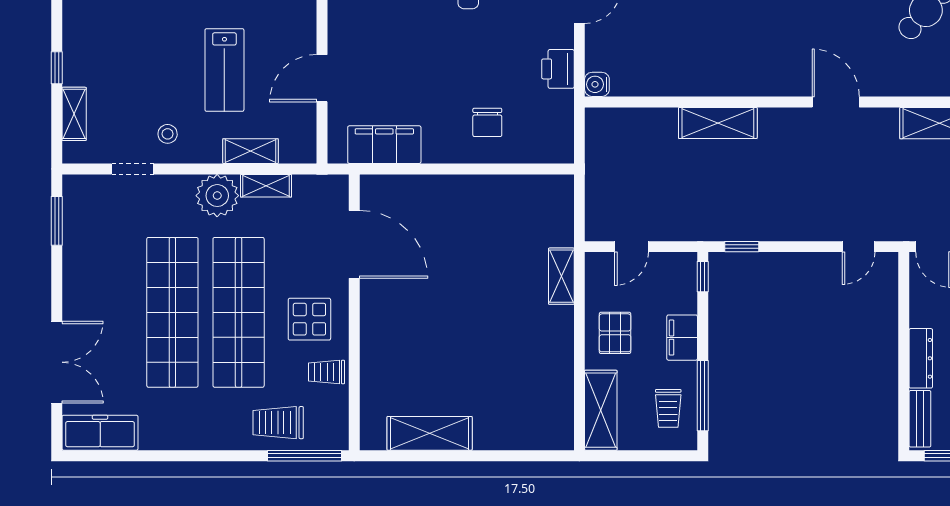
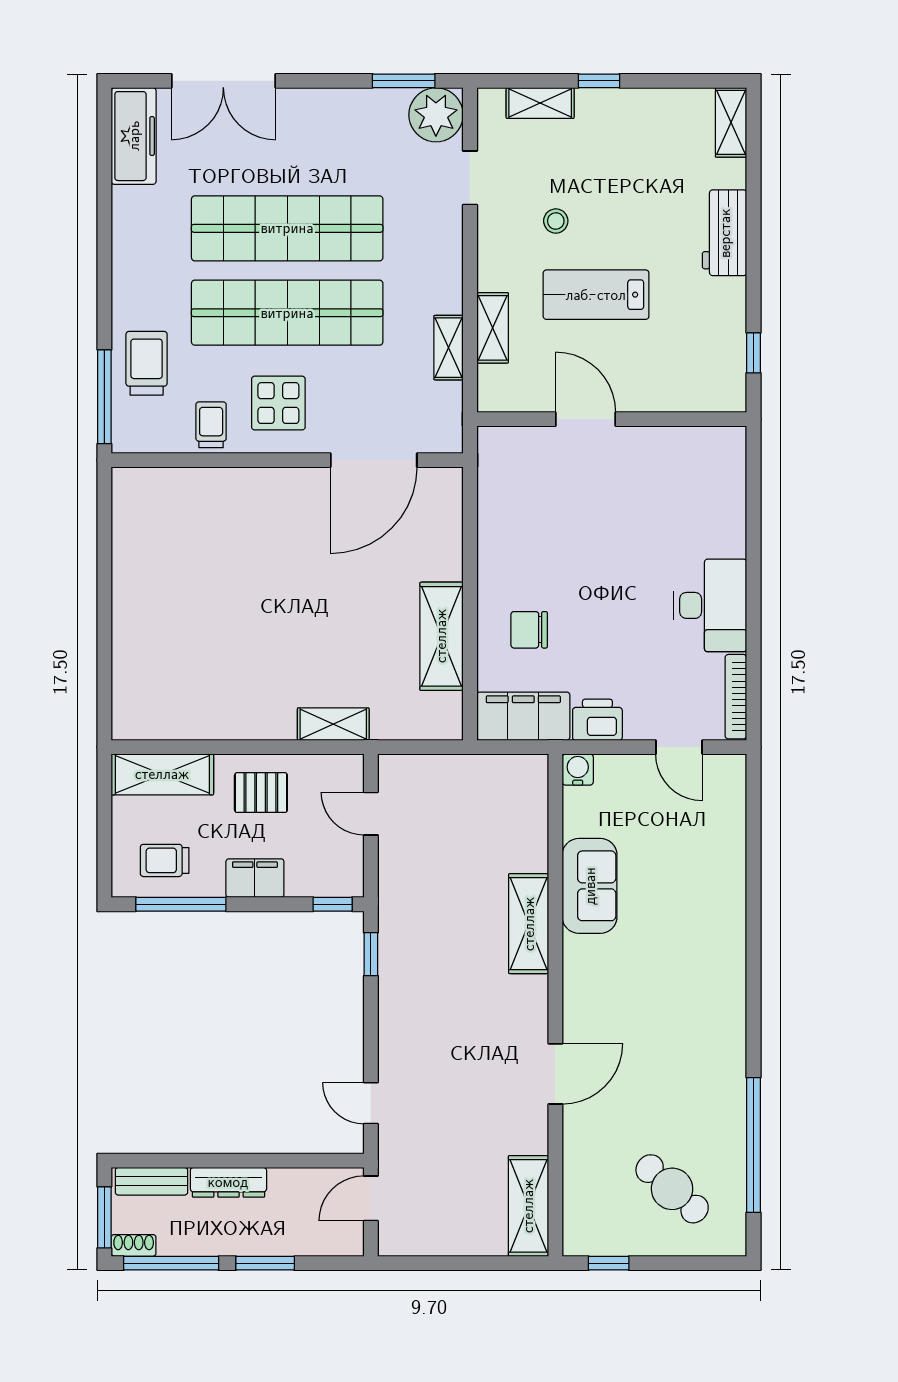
sofa: (688, 75) -> (590, 886), added
stool: (168, 134) -> (556, 221), moved
filing cabinet: (384, 145) -> (523, 716), moved, turned -90
plant: (217, 196) -> (436, 115), moved
shelving: (430, 433) -> (441, 636), moved

